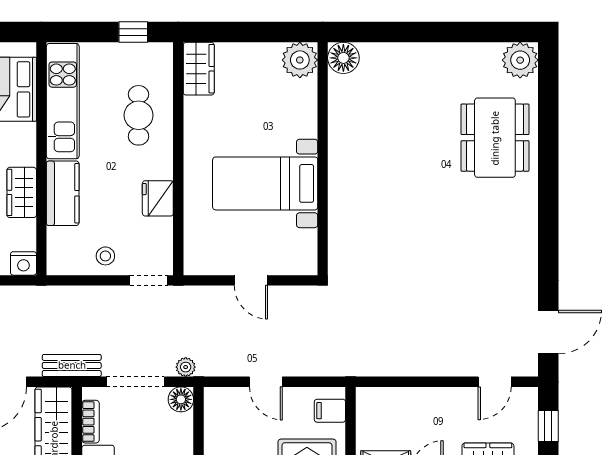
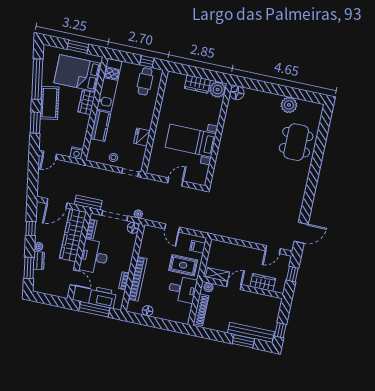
plant: (520, 60) -> (289, 105), moved
wardrobe: (199, 69) -> (197, 84), moved, turned 90
cafe table: (139, 115) -> (145, 81), moved
wardrobe: (22, 192) -> (87, 102), moved
door: (251, 280) -> (175, 182), swing flipped

